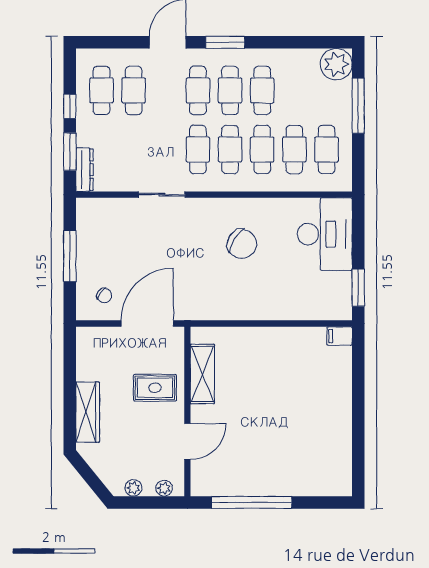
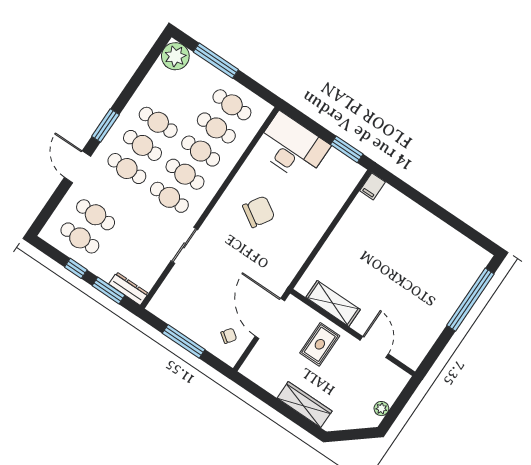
plant: (164, 488) -> (397, 387), removed
window: (252, 502) -> (470, 300), moved

